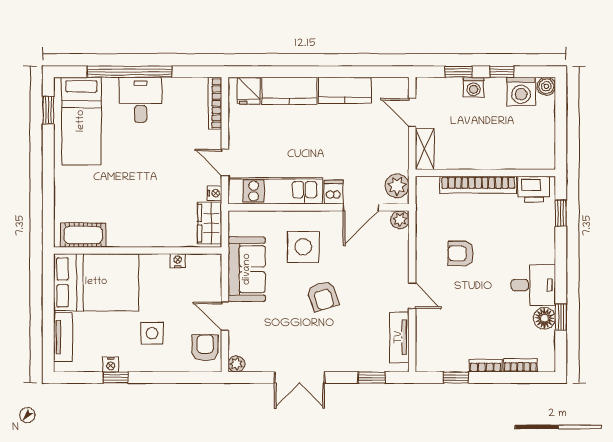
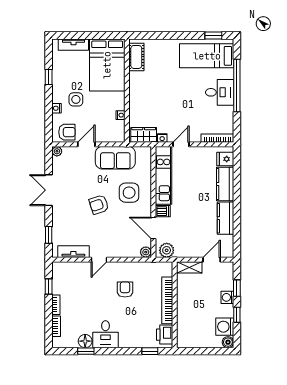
nightstand: (111, 365) -> (57, 108), moved

